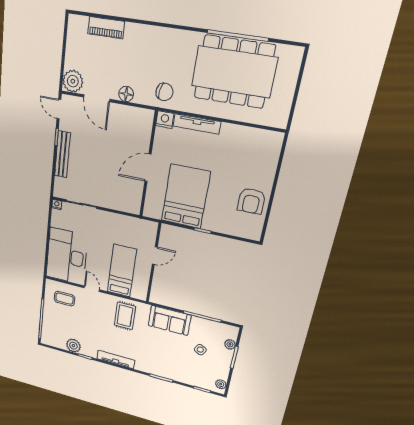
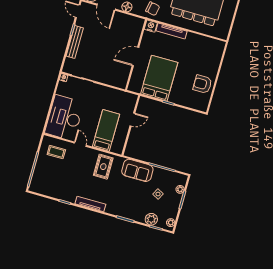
armchair: (251, 201) -> (202, 84), turned 90
plant: (73, 346) -> (151, 219), moved

